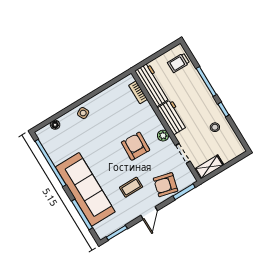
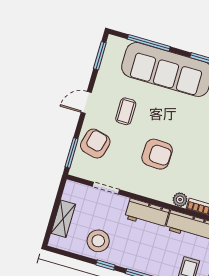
stool: (215, 127) -> (98, 241), width x1.89, depth x1.89
plant: (163, 136) -> (180, 200), moved
shelving: (209, 167) -> (63, 219), moved
door: (149, 213) -> (86, 102), hinge flipped

